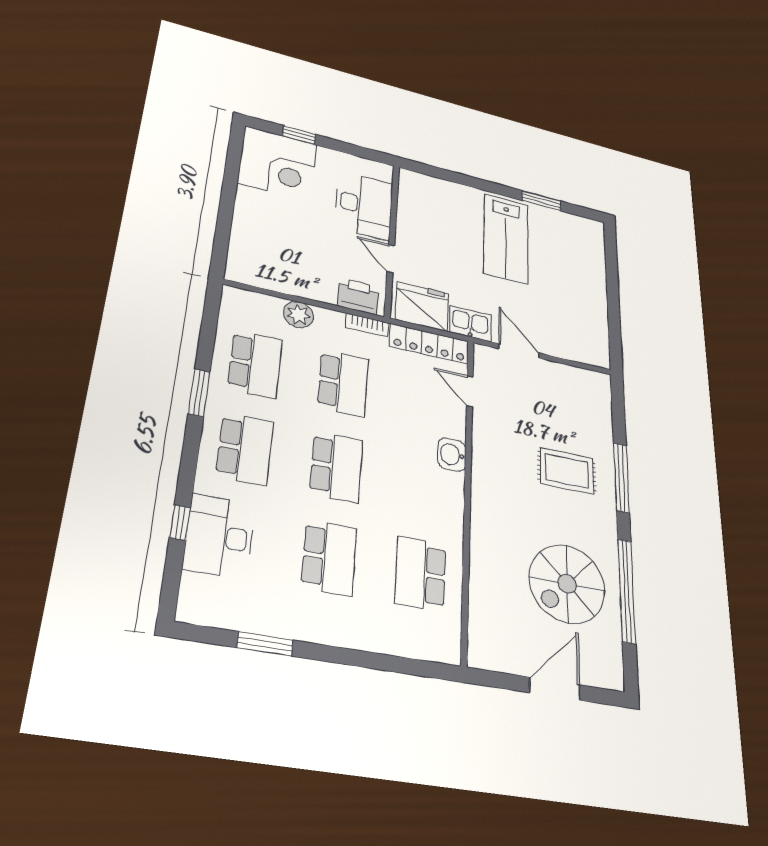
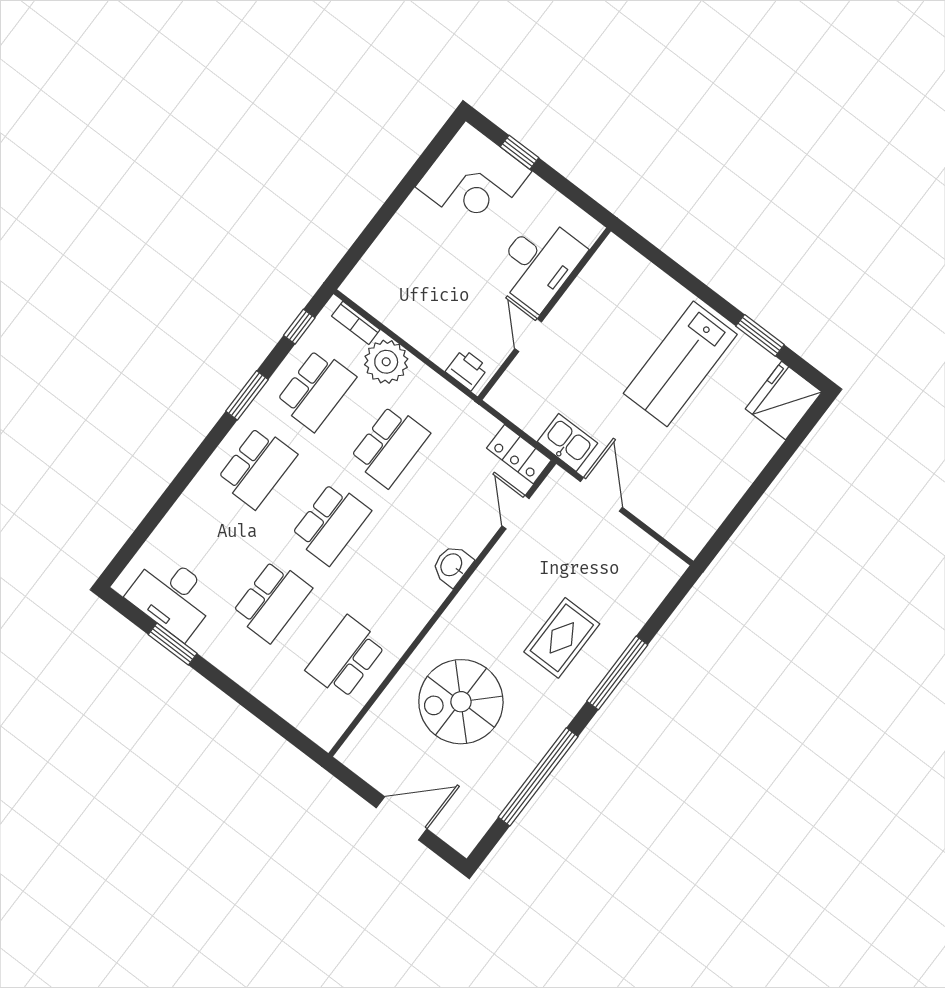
printer: (358, 297) -> (467, 370), width x0.73, depth x0.81
fridge: (422, 306) -> (784, 400), moved, turned -90
plant: (299, 315) -> (386, 362), width x1.36, depth x1.36
bookcase: (367, 325) -> (356, 323), moved
locker: (429, 344) -> (519, 454), width x0.66
rug: (567, 471) -> (562, 638), turned 90
window: (180, 523) -> (299, 327), moved
desk: (219, 536) -> (172, 596), moved, turned -90
spiral stairs: (567, 584) -> (461, 702), moved

